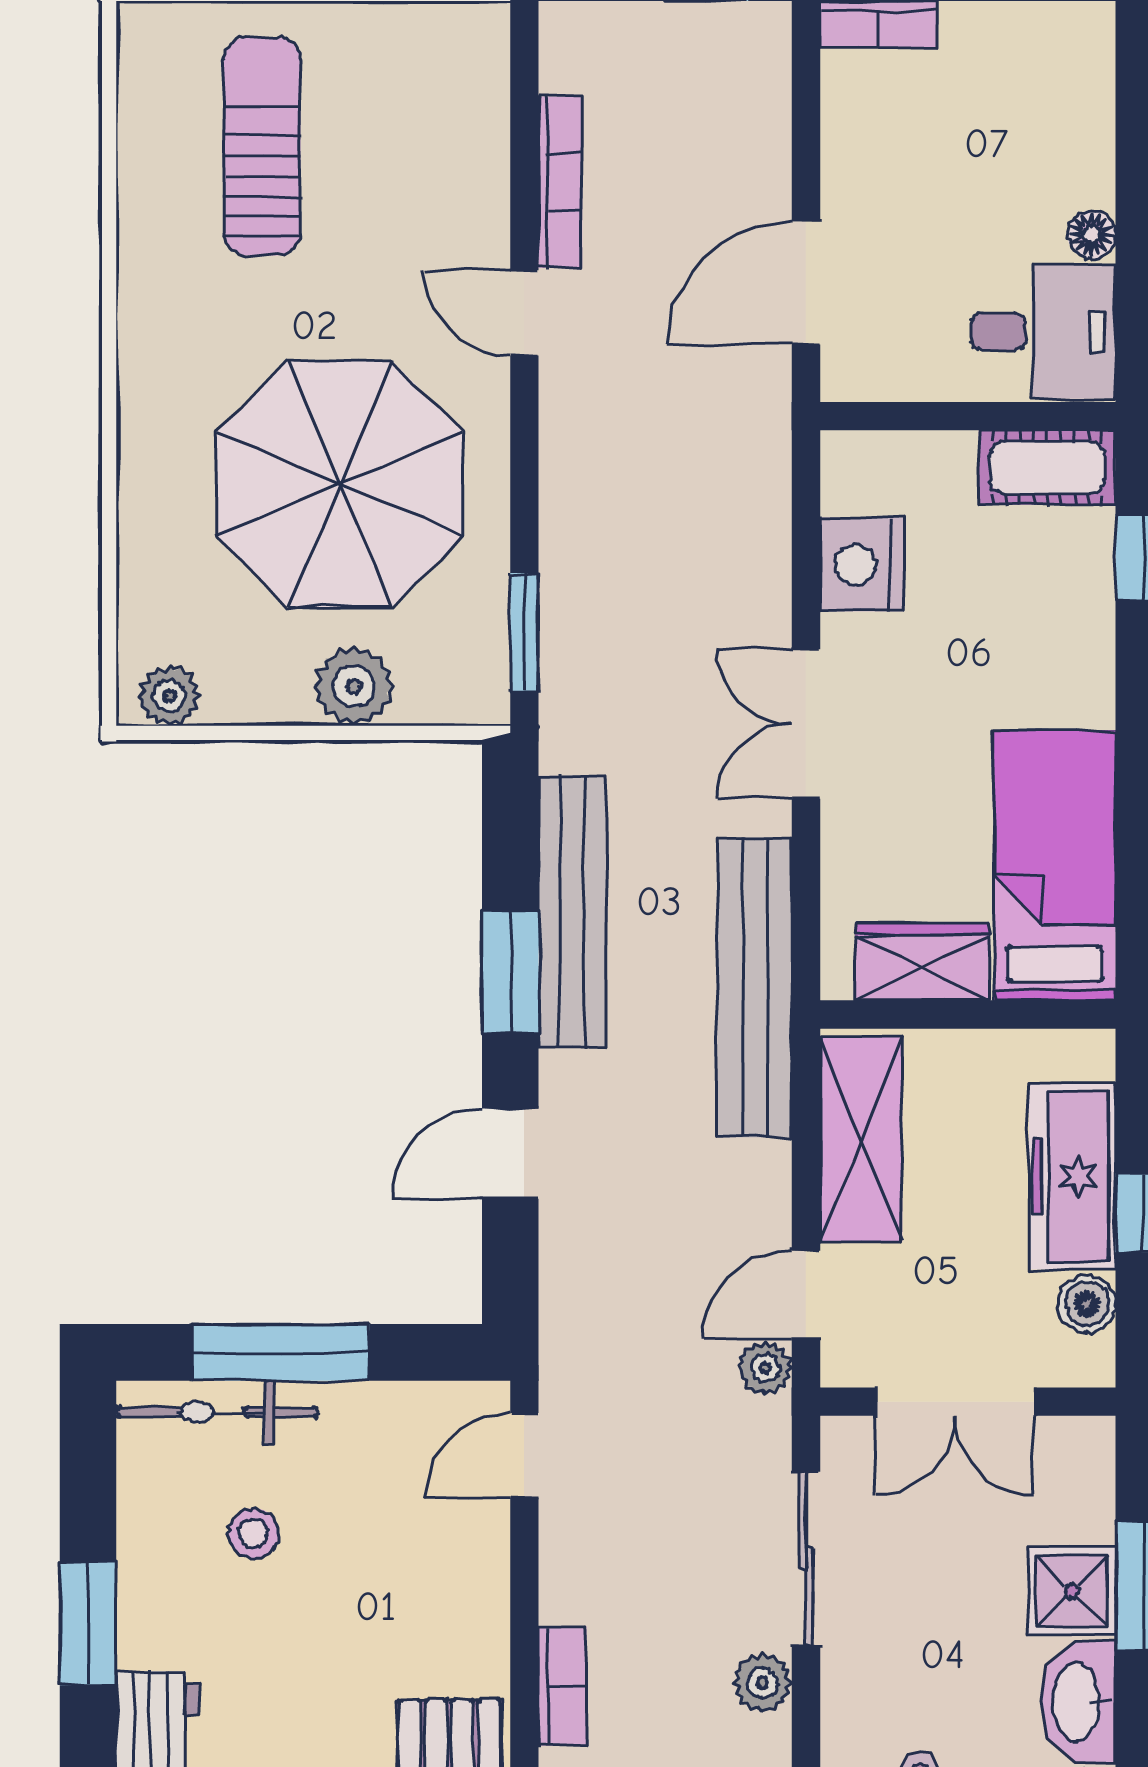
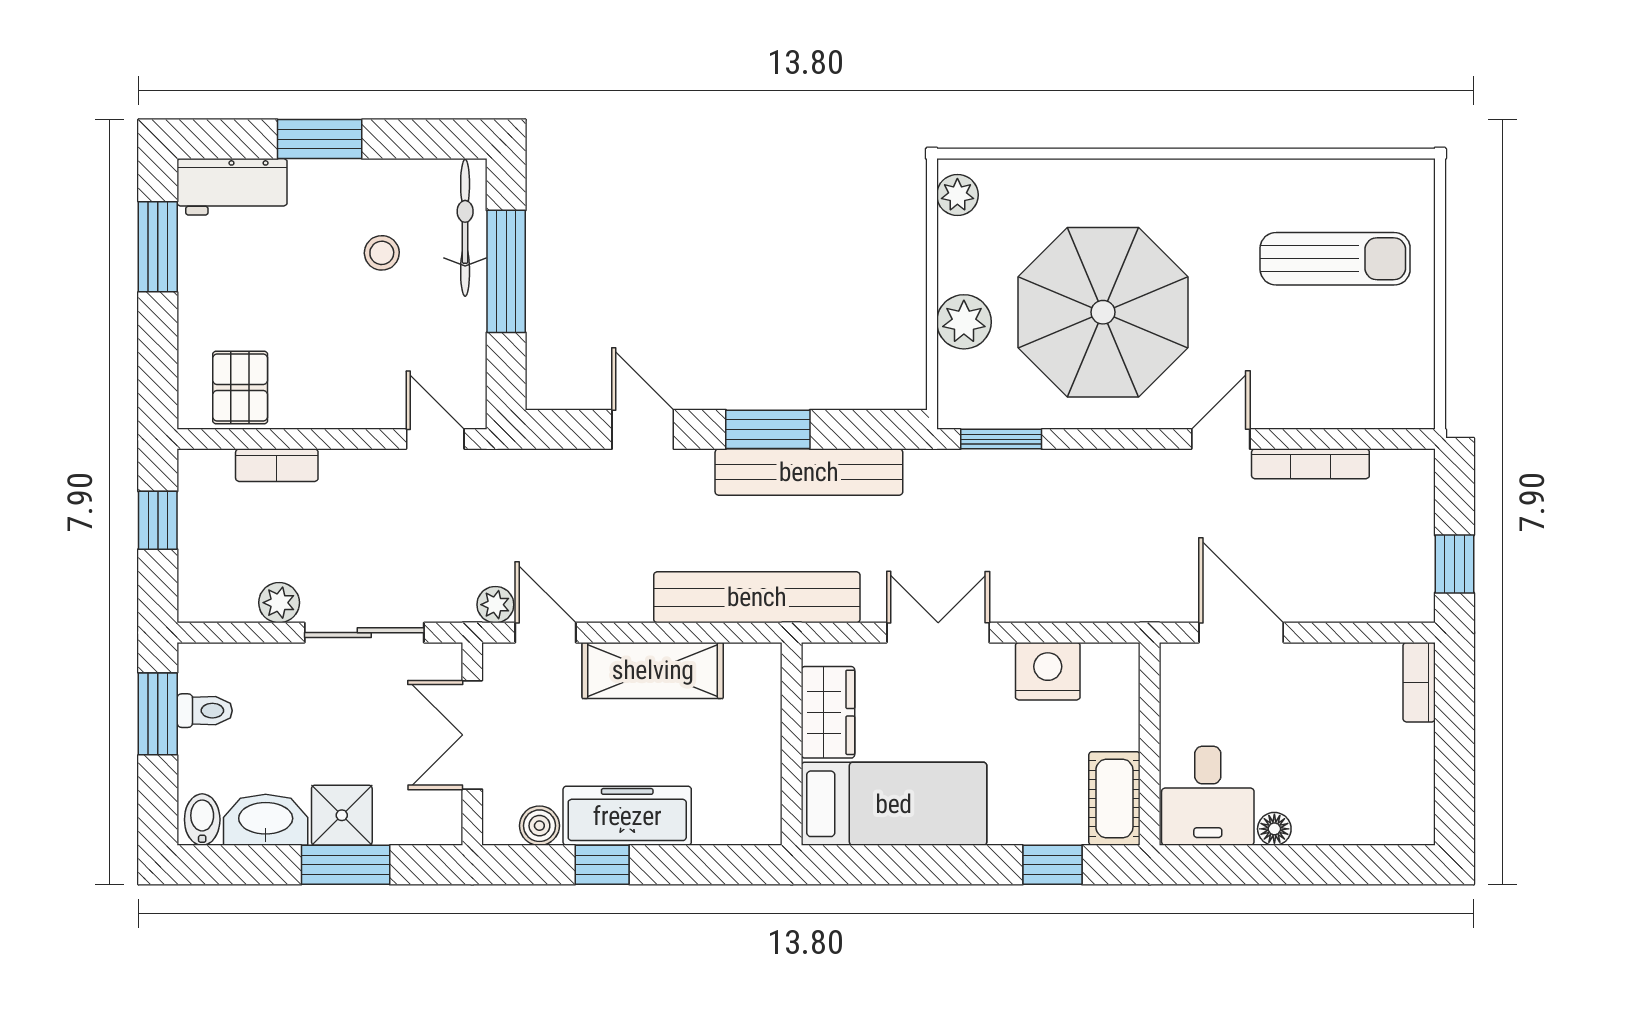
bed: (1055, 866) -> (894, 804), moved
wardrobe: (922, 962) -> (828, 712), moved
wall: (968, 1014) -> (792, 744), moved

